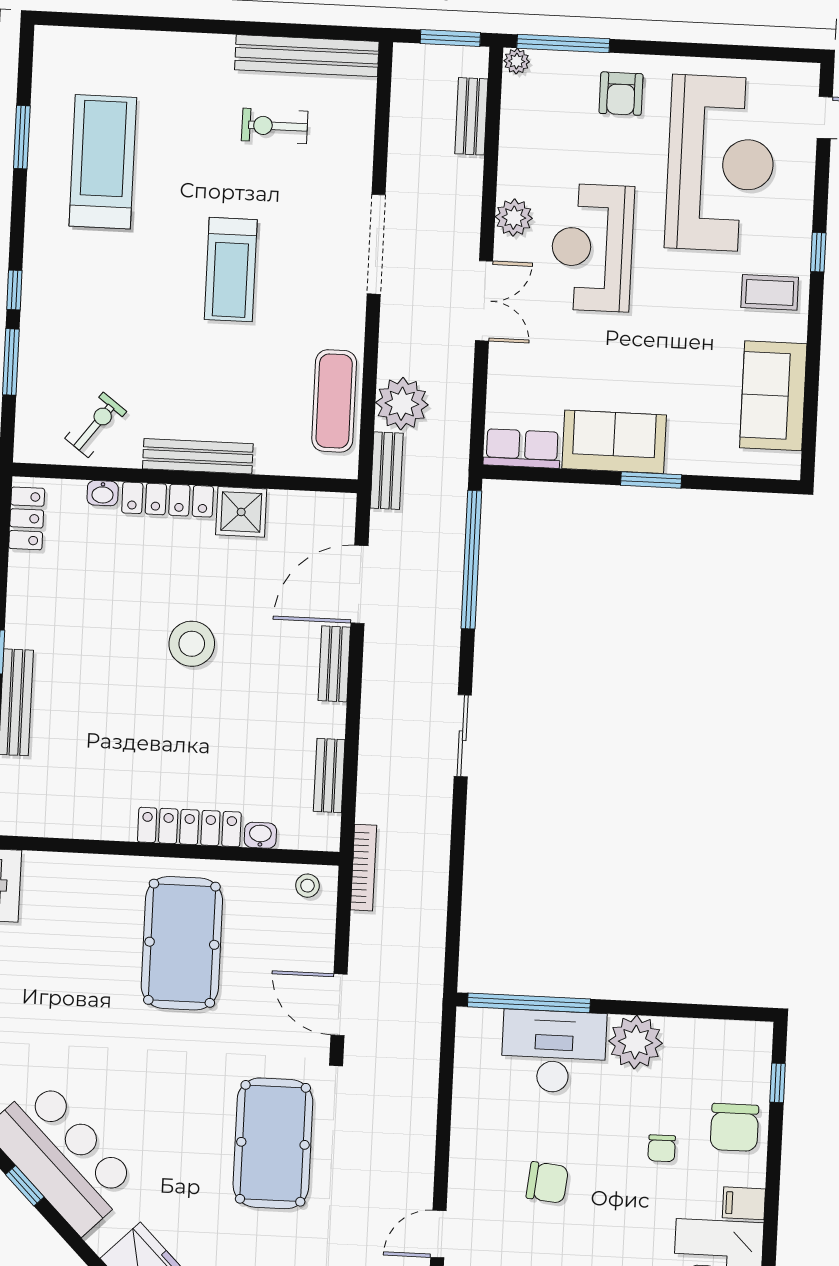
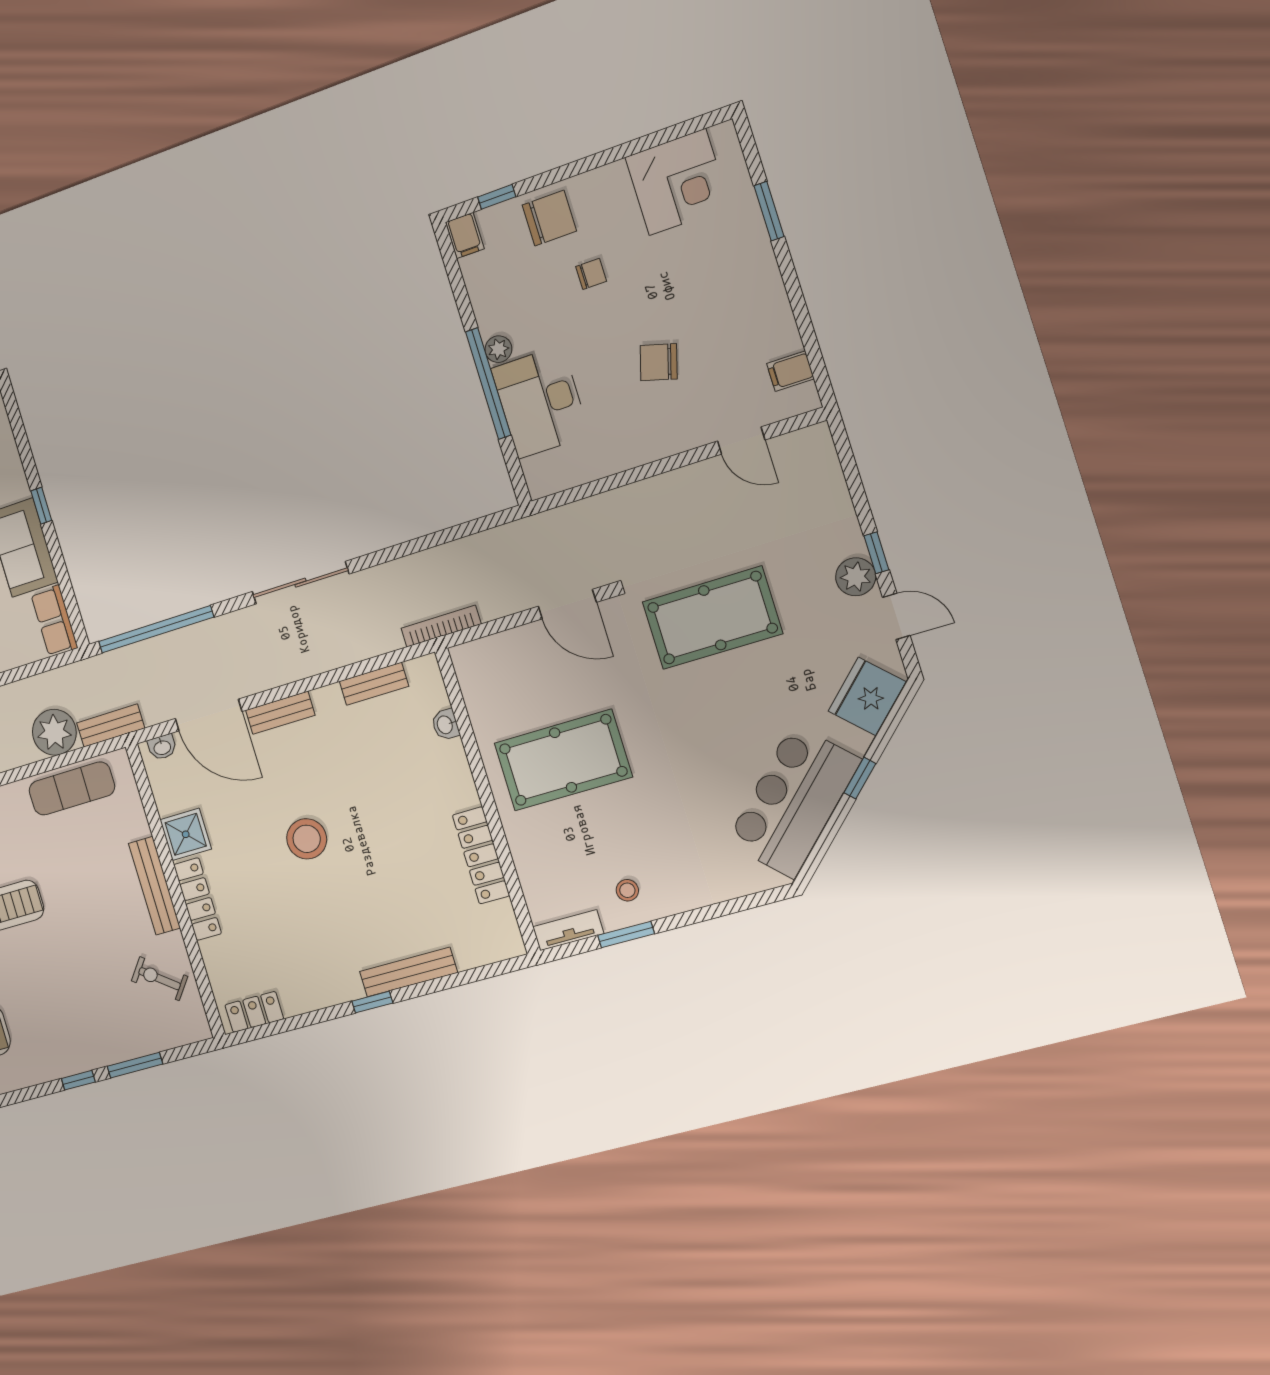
window: (651, 480) -> (41, 506), width x0.67
washbasin: (103, 493) -> (162, 747), moved, turned 90
sliding door: (463, 736) -> (300, 583), width x1.37
locker: (189, 827) -> (481, 855), moved
stool: (307, 886) -> (627, 890), moved
window: (529, 1003) -> (488, 384), moved
door: (339, 1005) -> (567, 604), hinge flipped
plant: (636, 1042) -> (498, 349), width x0.53, depth x0.53
chair: (547, 1182) -> (659, 362), turned -80
window: (25, 1186) -> (860, 778), moved
filing cabinet: (744, 1203) -> (465, 235), moved

